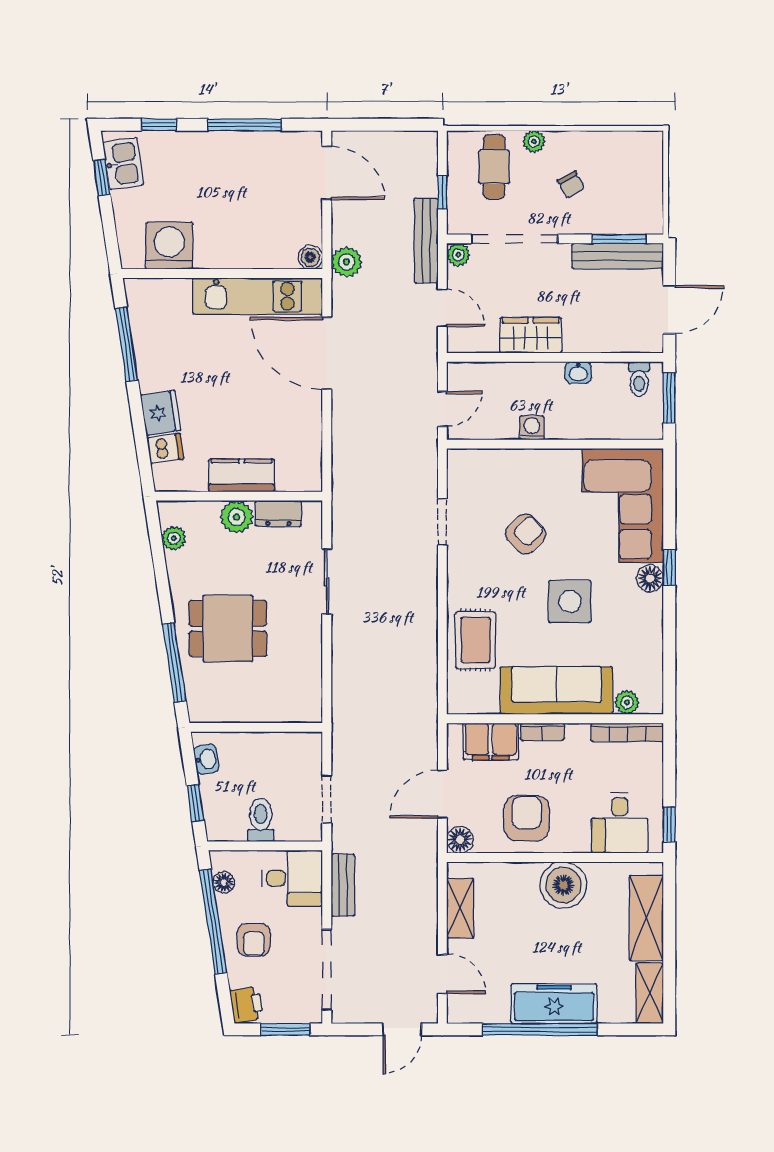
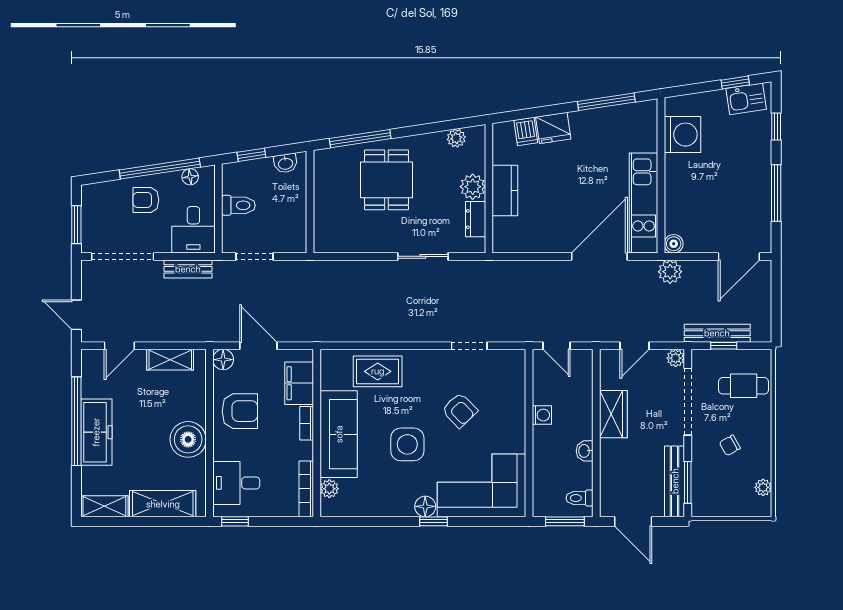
plant: (534, 142) -> (763, 487), moved
bench: (426, 241) -> (717, 333), moved
printer: (247, 1005) -> (96, 194), removed

